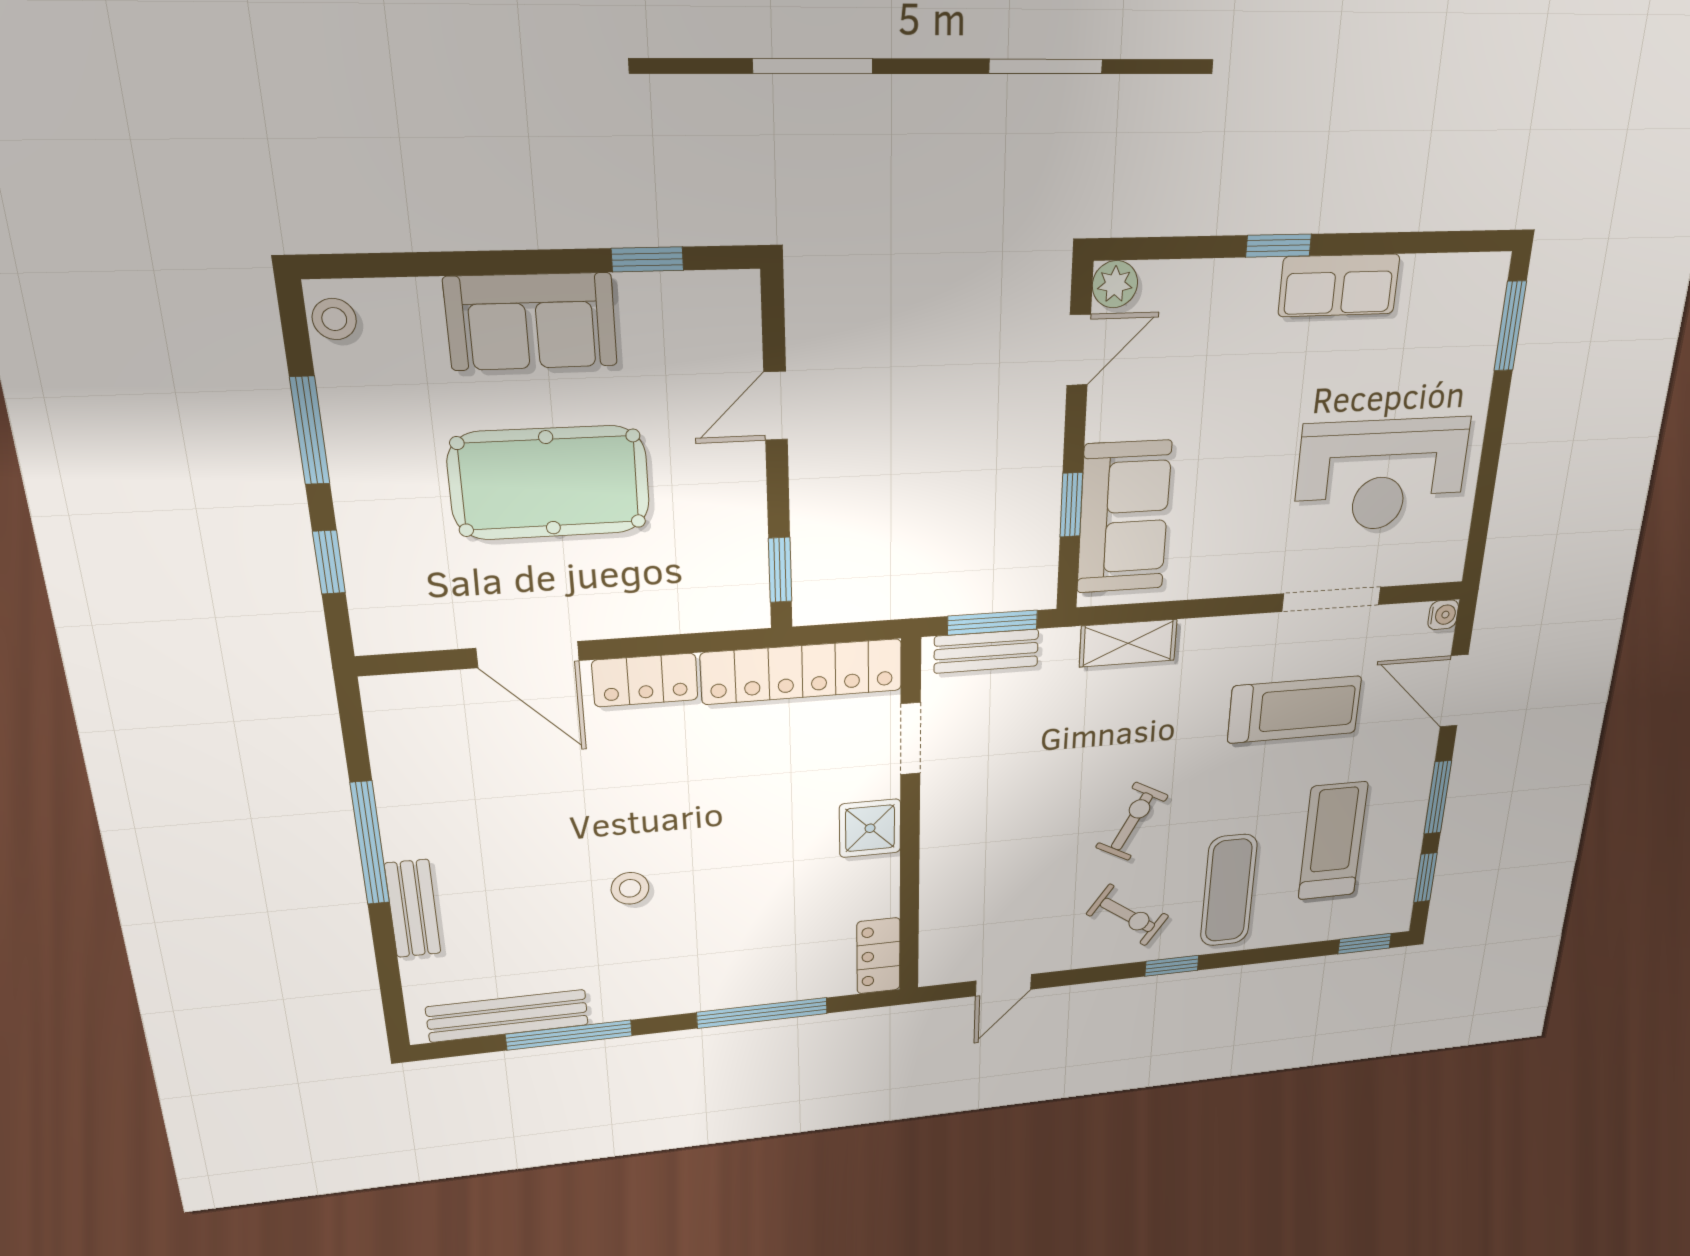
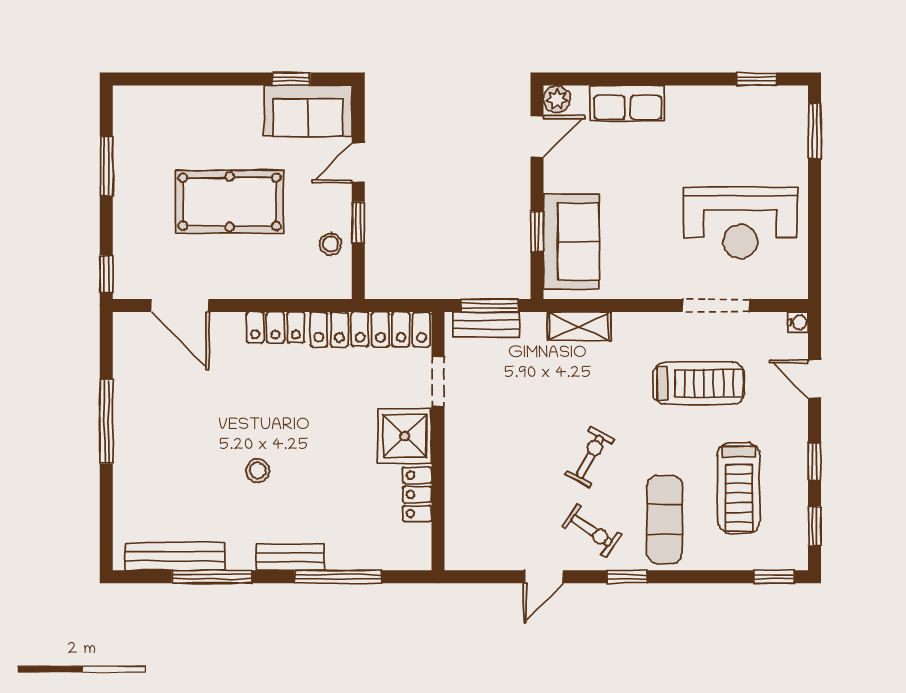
window: (1279, 246) -> (757, 79), moved
row of seats: (1339, 285) -> (628, 103), moved
stool: (334, 319) -> (331, 244), moved
sofa: (531, 322) -> (308, 111), moved
window: (329, 562) -> (106, 274), moved
window: (780, 570) -> (358, 222), moved
door: (528, 655) -> (180, 306), moved
door: (1454, 691) -> (815, 379), width x0.73
window: (1438, 797) -> (815, 461), width x0.67
shower: (870, 828) -> (405, 436), width x1.36, depth x1.36
treadmill: (1333, 841) -> (739, 488), turned 180
bench: (413, 909) -> (290, 557), moved, turned 90
locker: (878, 956) -> (417, 494), moved
door: (1003, 985) -> (544, 577), moved

